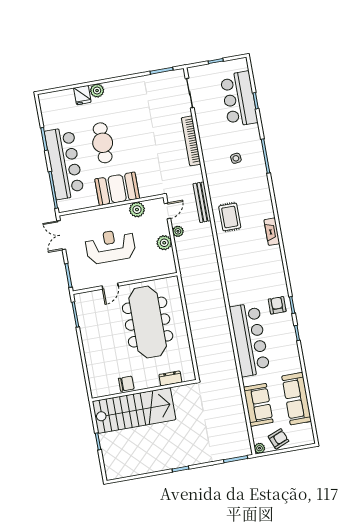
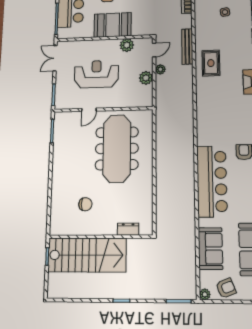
dresser: (170, 378) -> (128, 229), moved
wall: (144, 391) -> (101, 237), moved
stairs: (134, 410) -> (87, 255), moved

